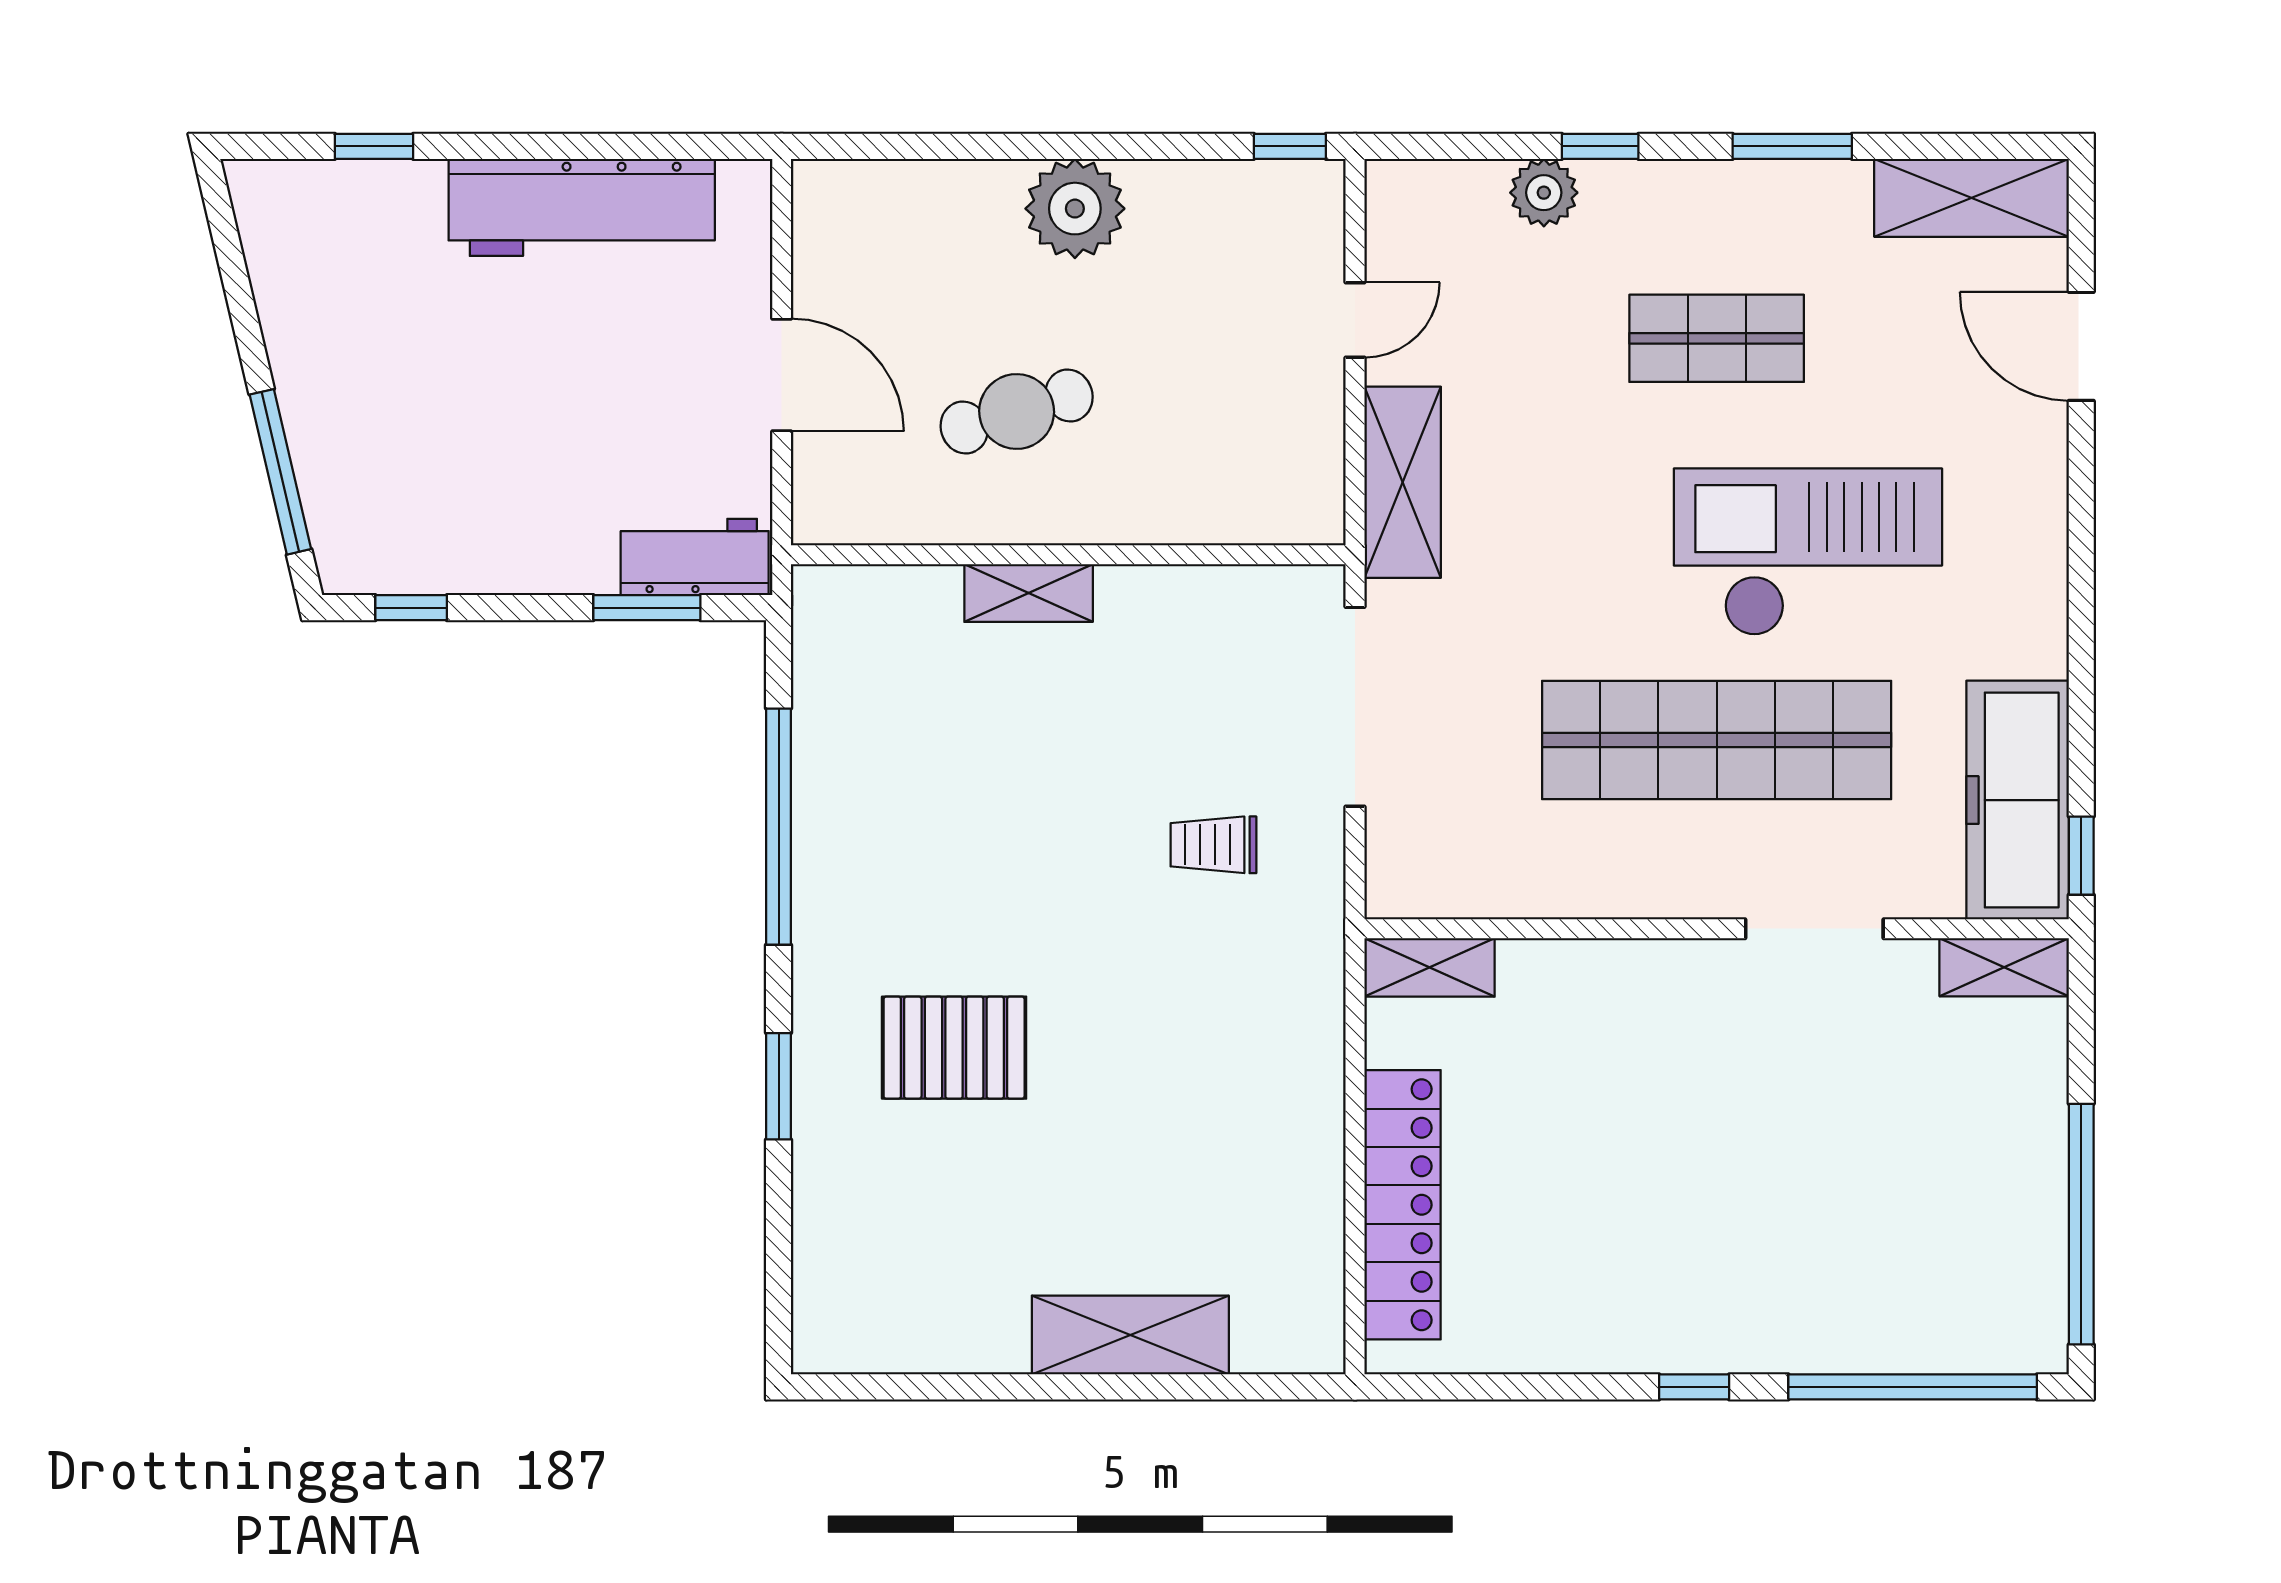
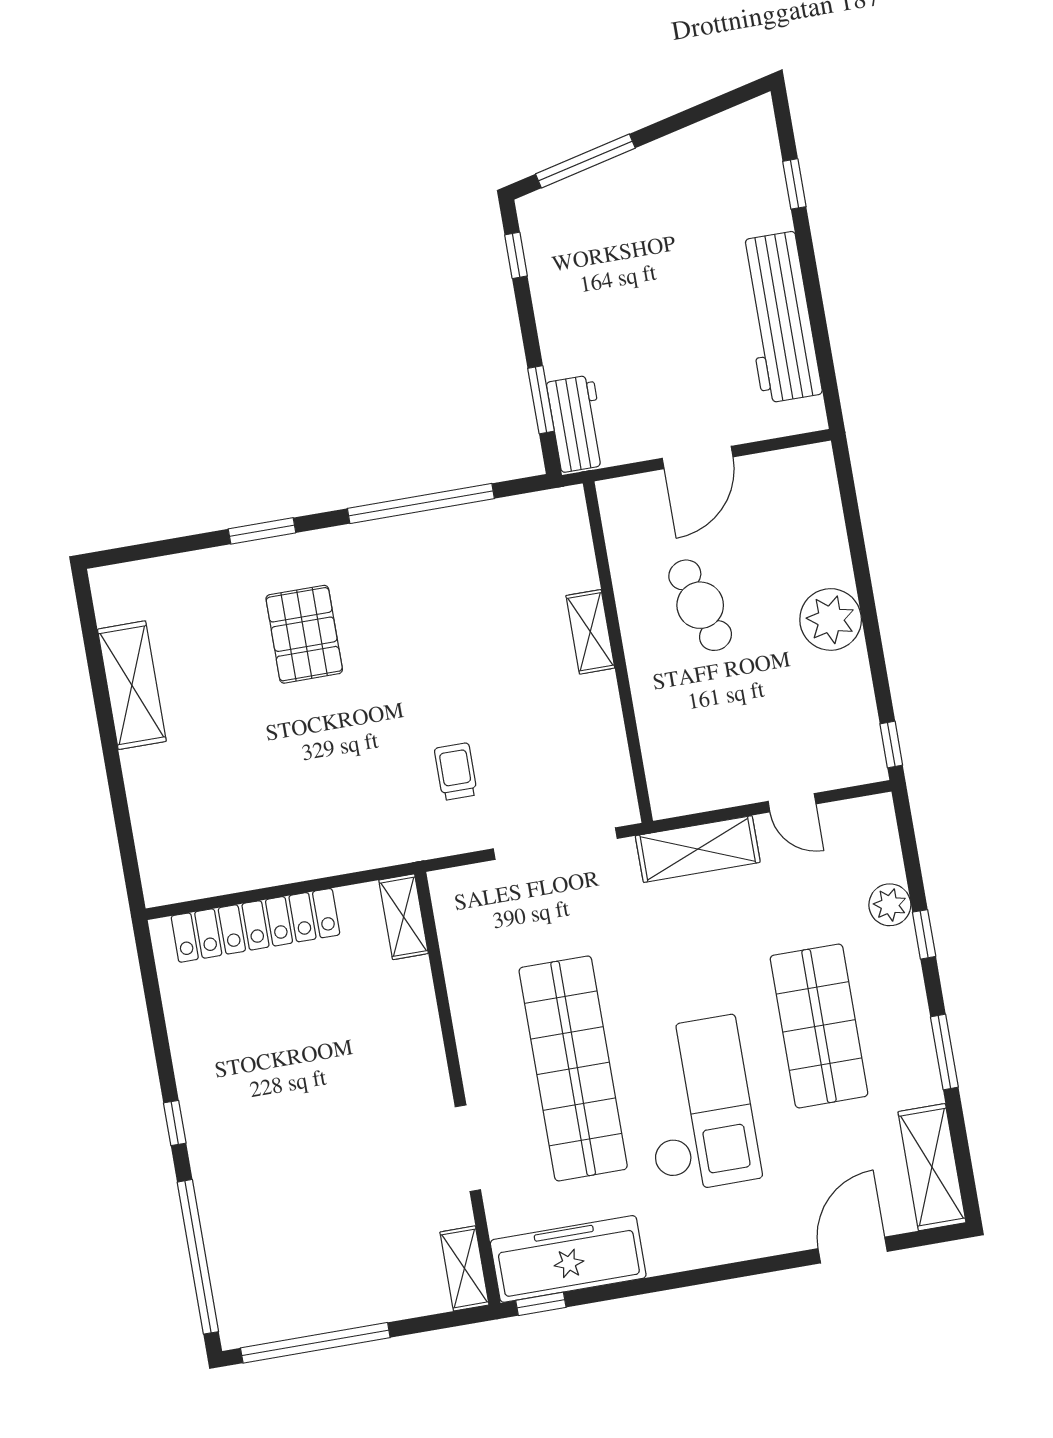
shop shelf: (1717, 338) -> (819, 1026), width x1.43, depth x1.36
shelving: (1130, 1335) -> (132, 685), moved

